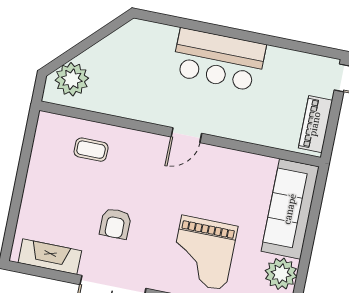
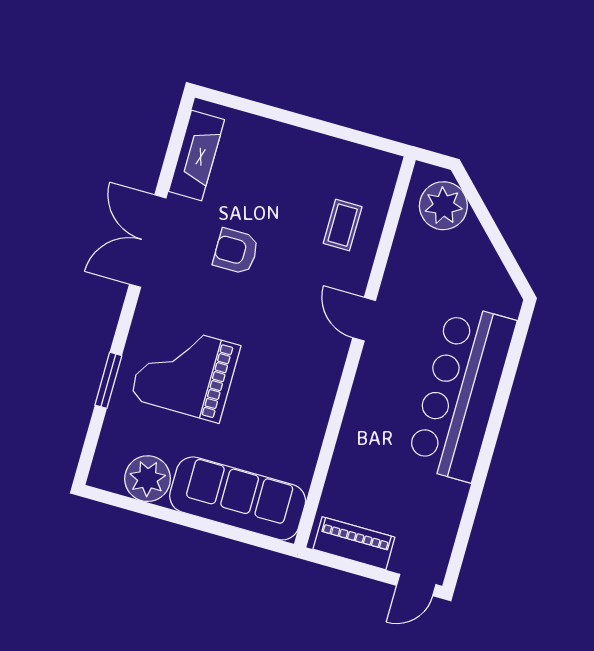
bar counter: (219, 60) -> (461, 393), width x1.36
door: (186, 135) -> (364, 319), moved

